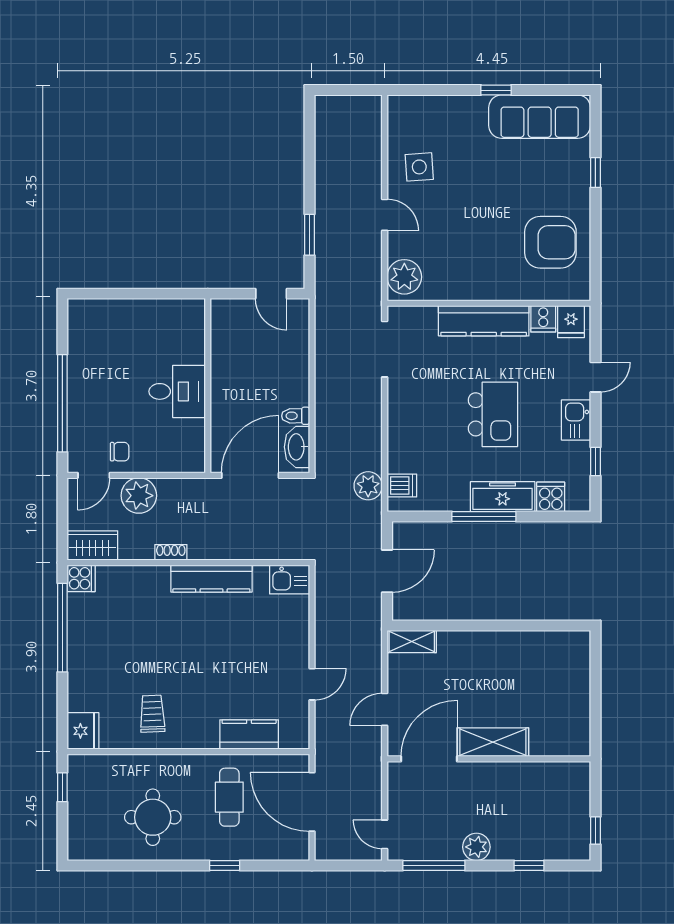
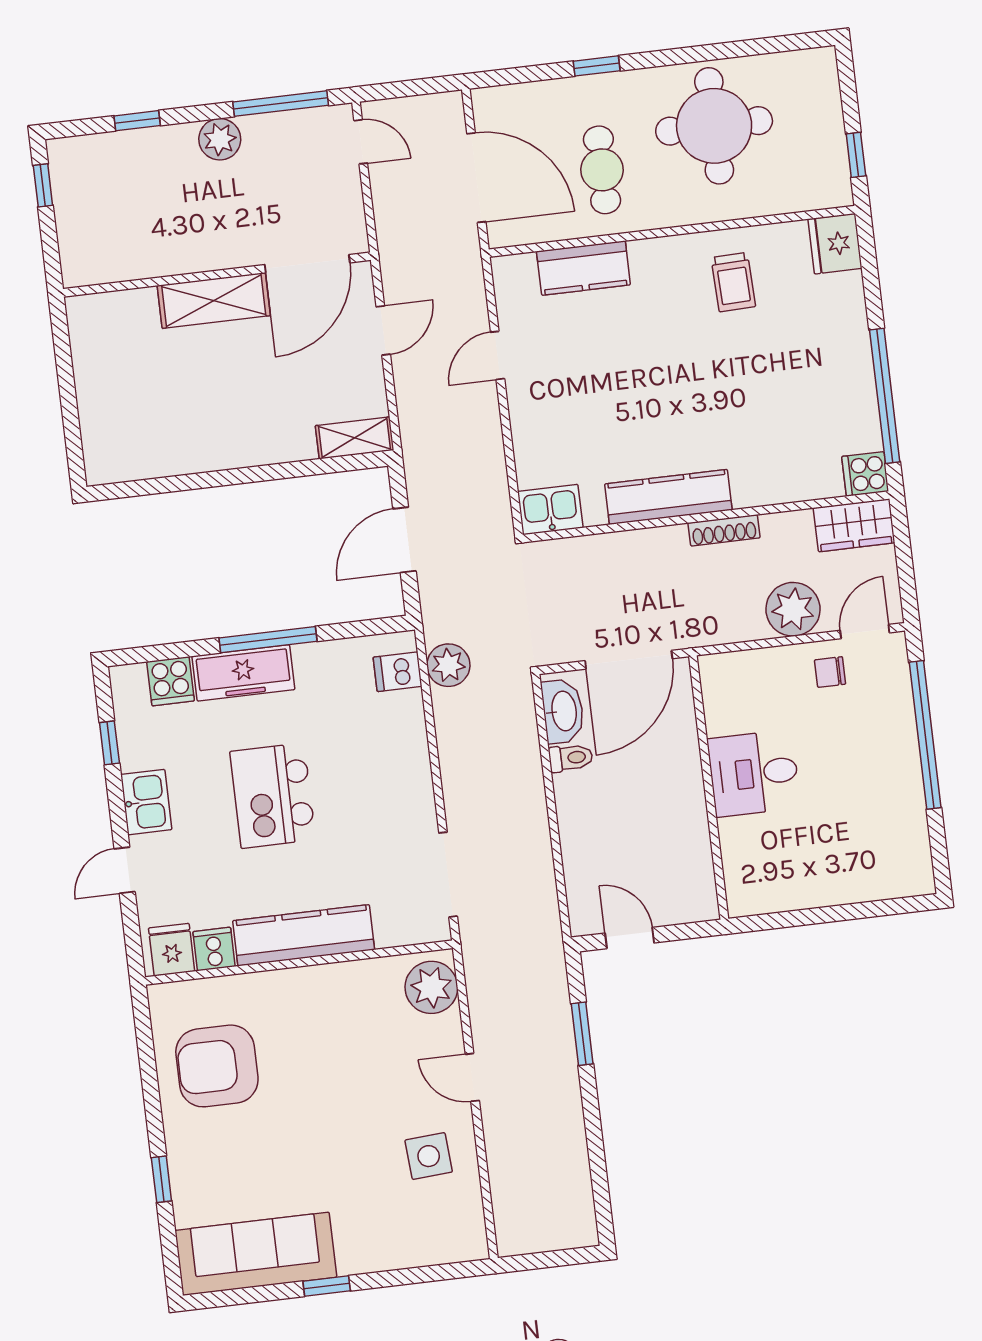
shoe rack: (171, 552) -> (724, 530), width x1.43
round table: (153, 817) -> (714, 126), width x1.36, depth x1.36

